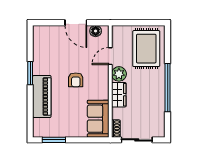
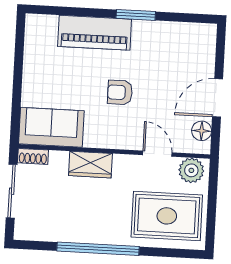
plant: (119, 74) -> (191, 170), moved
window: (54, 140) -> (19, 49), removed

